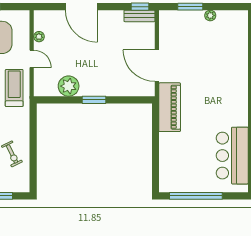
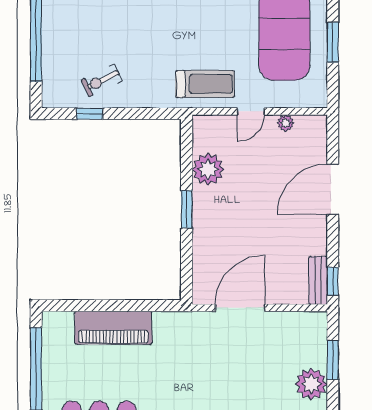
plant: (210, 15) -> (311, 384), width x1.88, depth x1.88
piano: (170, 107) -> (113, 328), moved
window: (33, 162) -> (90, 114), added

